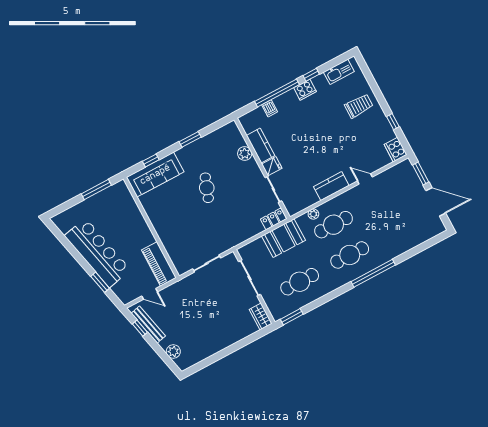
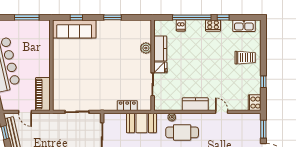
cafe table: (207, 188) -> (106, 58), removed
locker: (273, 219) -> (127, 106), moved

